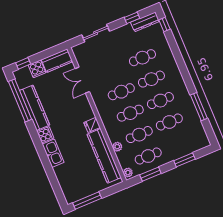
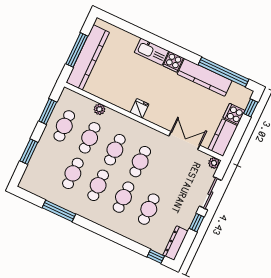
window: (132, 18) -> (197, 223), moved
kitchen counter: (104, 156) -> (88, 57), moved, turned 90
plant: (128, 173) -> (214, 163), moved
window: (87, 201) -> (77, 50), moved

